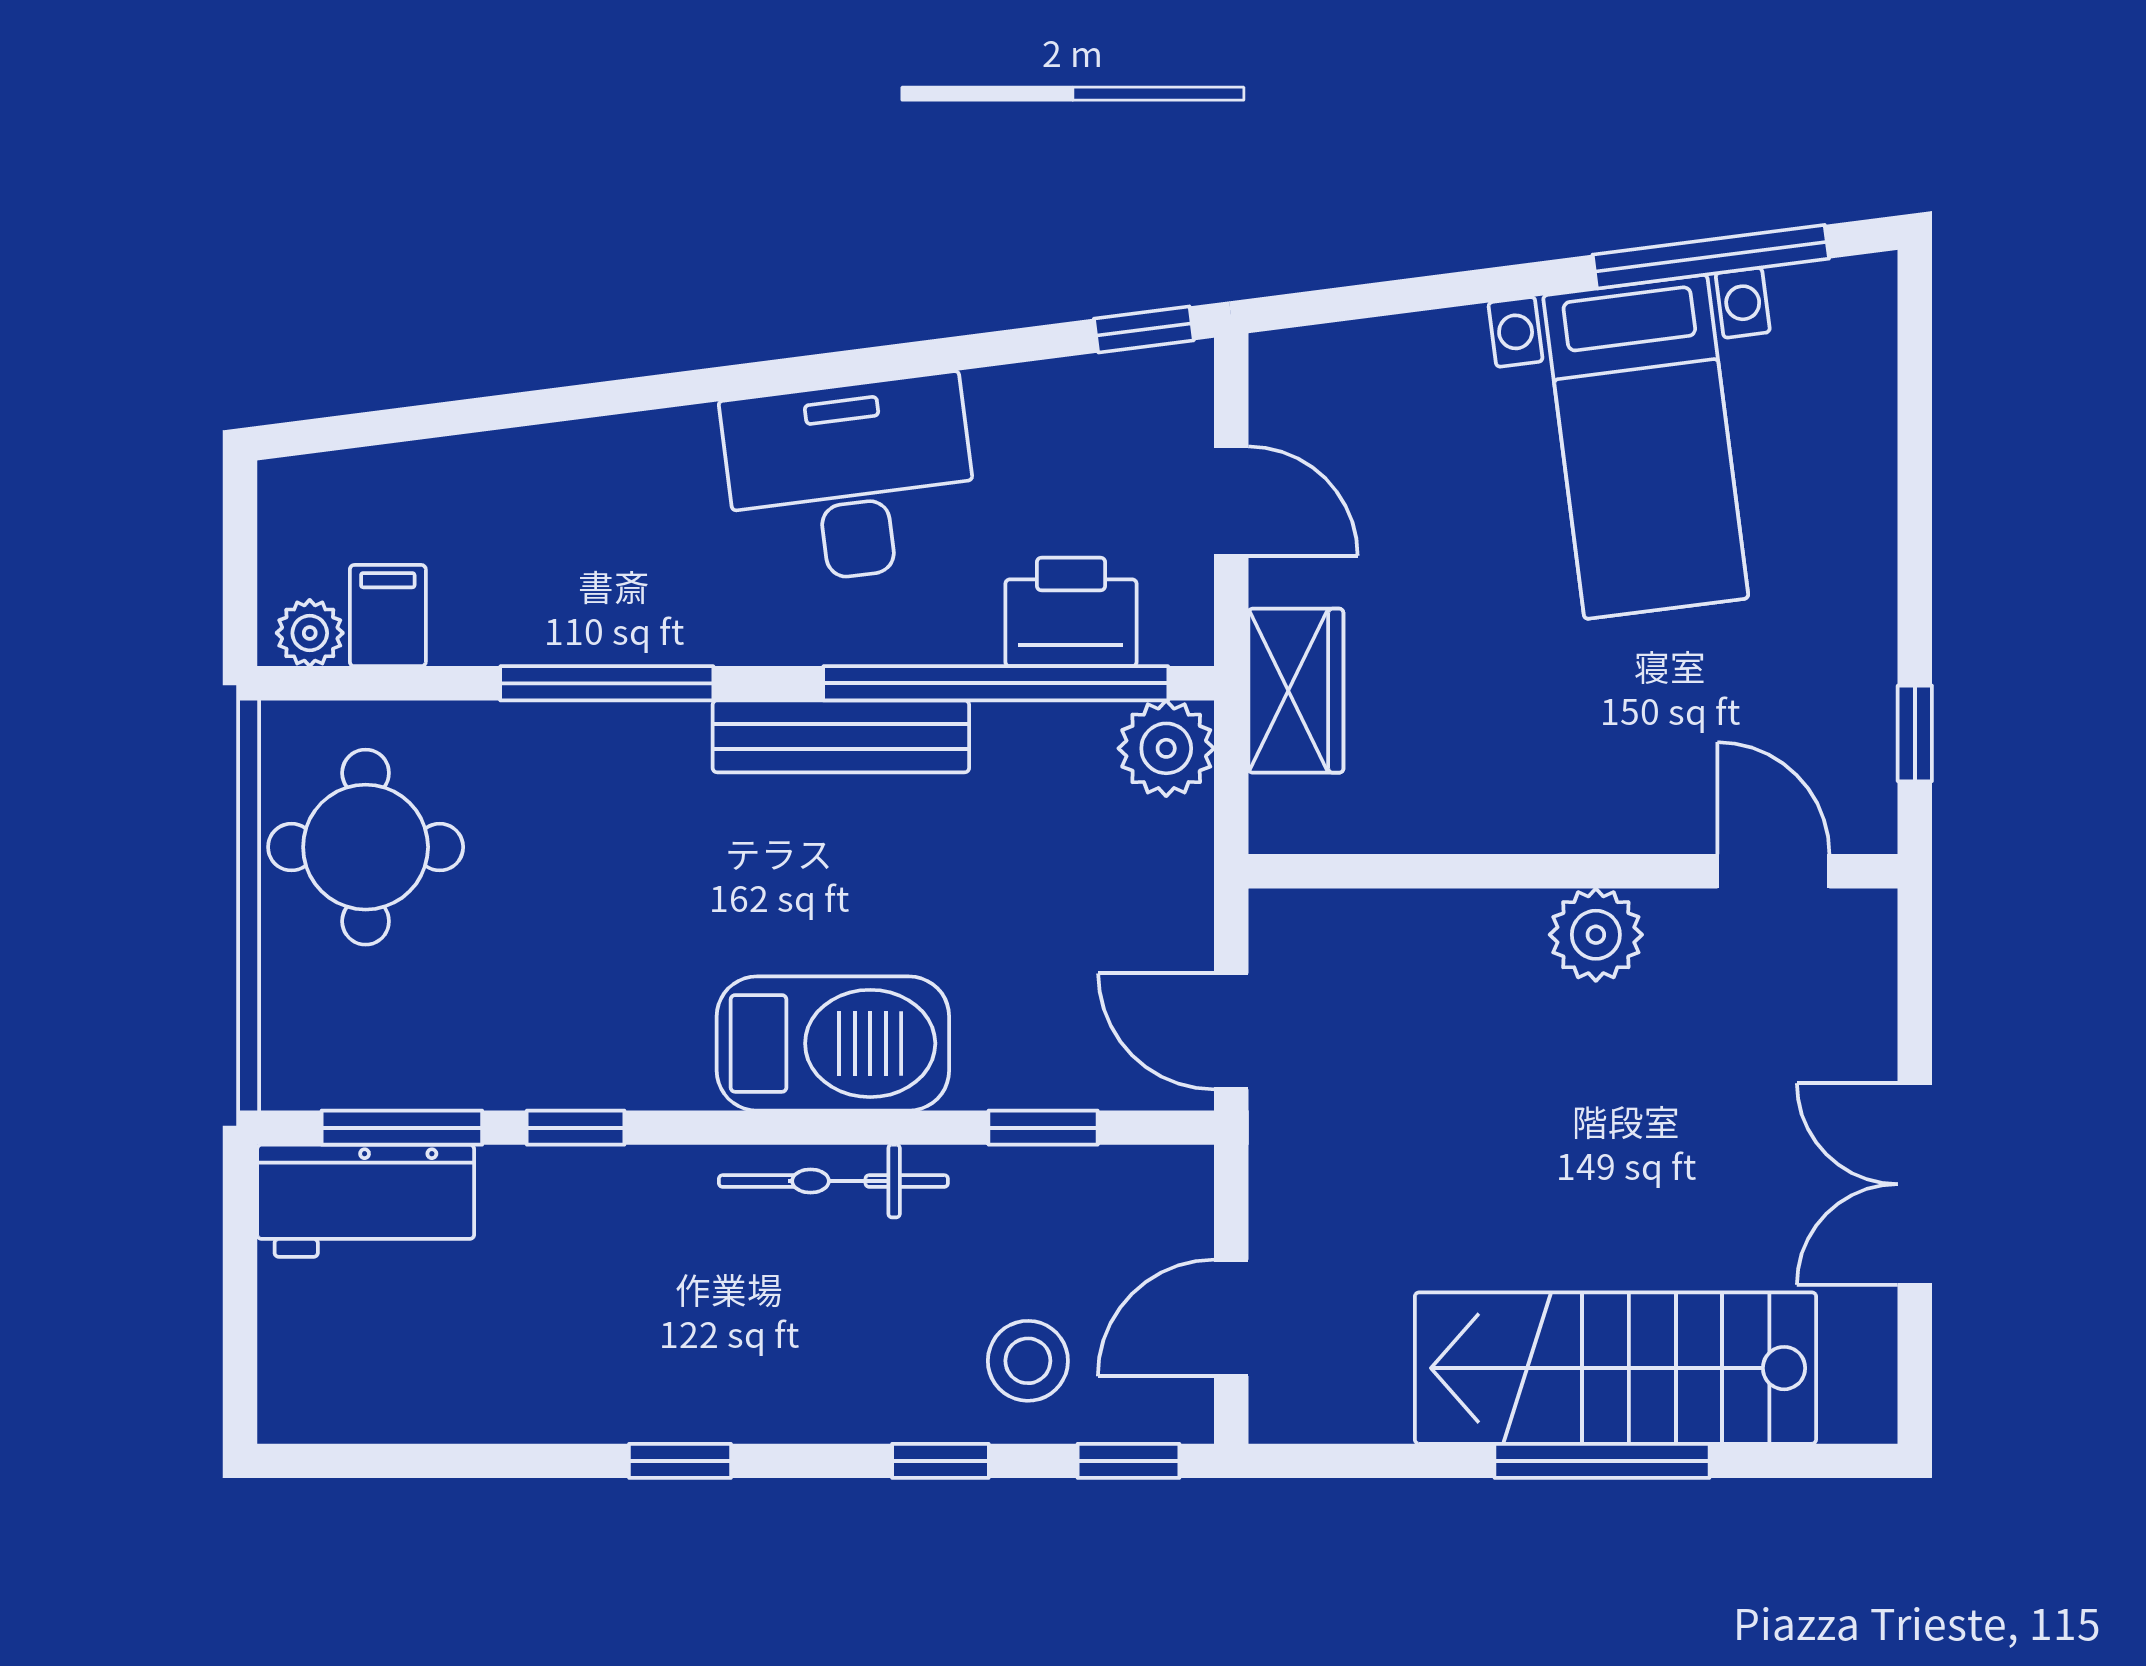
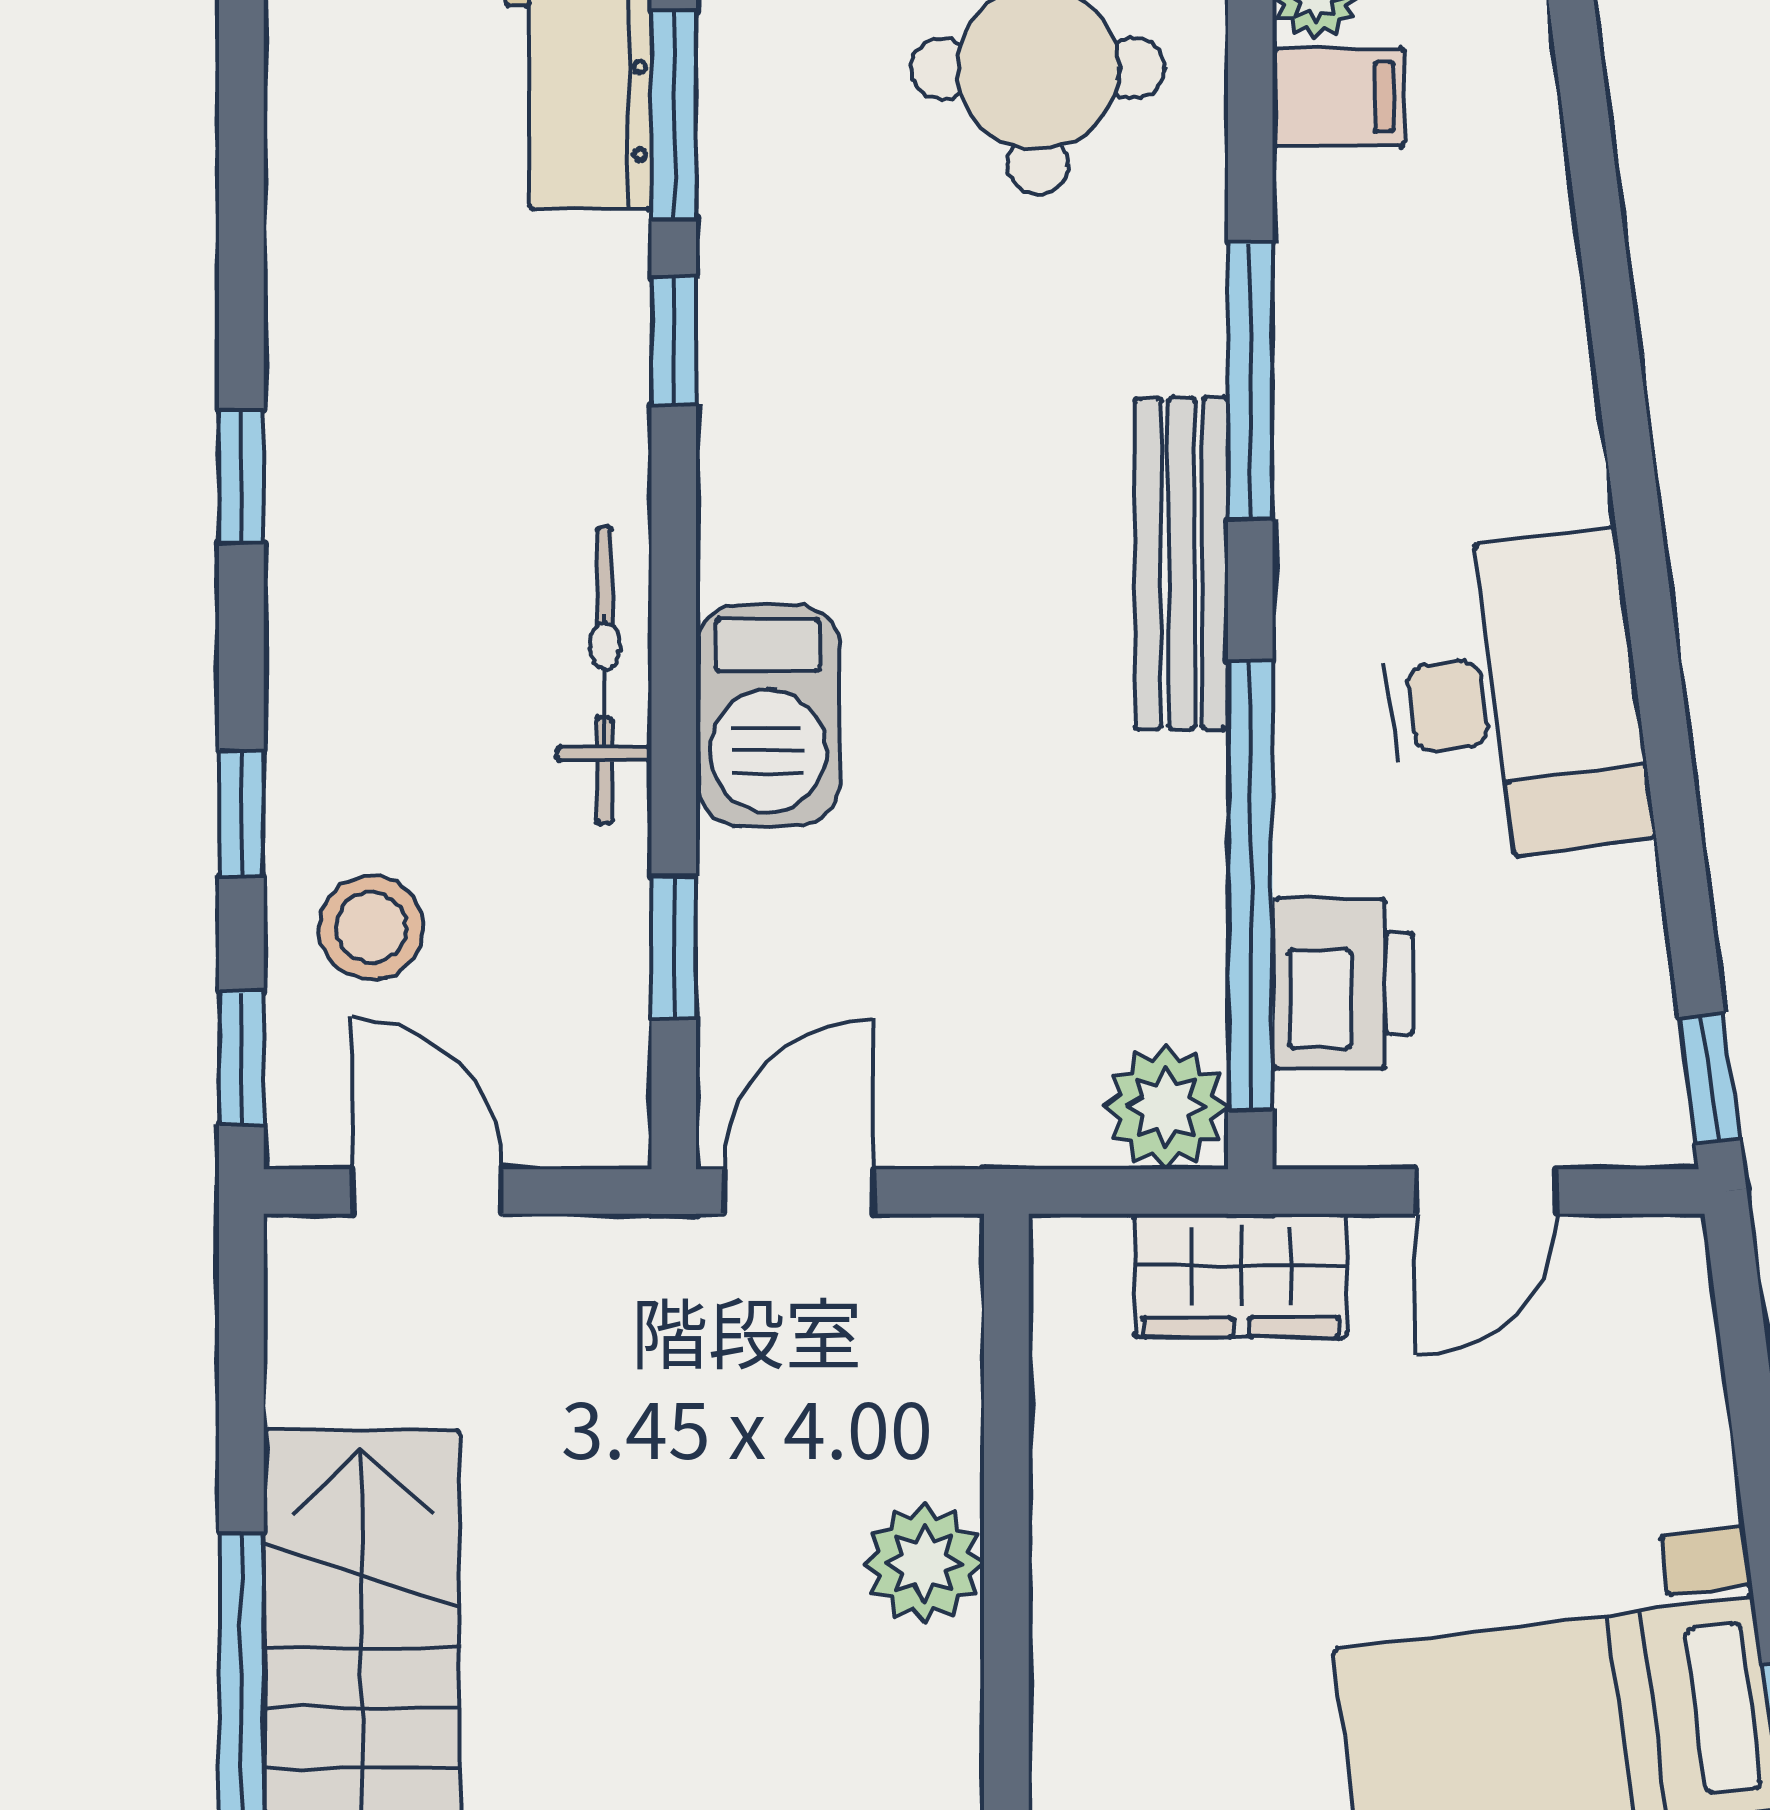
bench: (841, 736) -> (1182, 564), moved
plant: (1596, 935) -> (924, 1563), moved
barbecue: (833, 1043) -> (768, 715), width x0.73, depth x0.83

